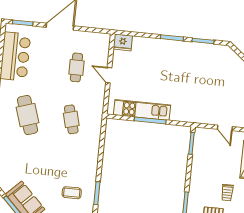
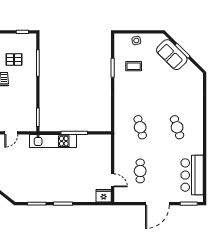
door: (109, 75) -> (113, 180), moved
kitchen unit: (142, 110) -> (53, 141), moved
cafe table: (27, 115) -> (177, 127), width x0.73, depth x0.74
door: (225, 128) -> (11, 133), swing flipped

